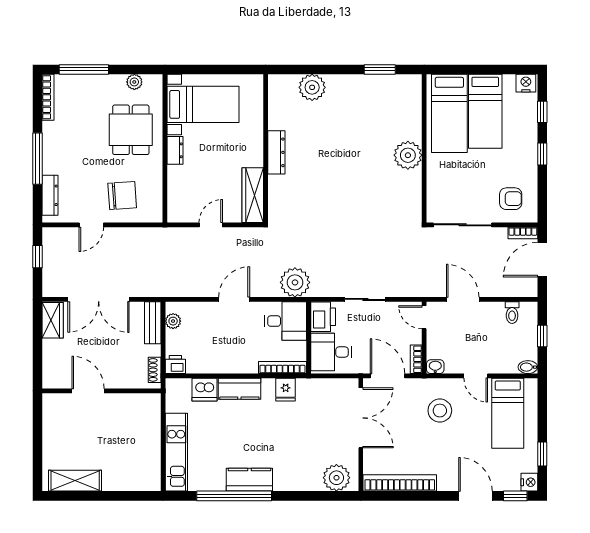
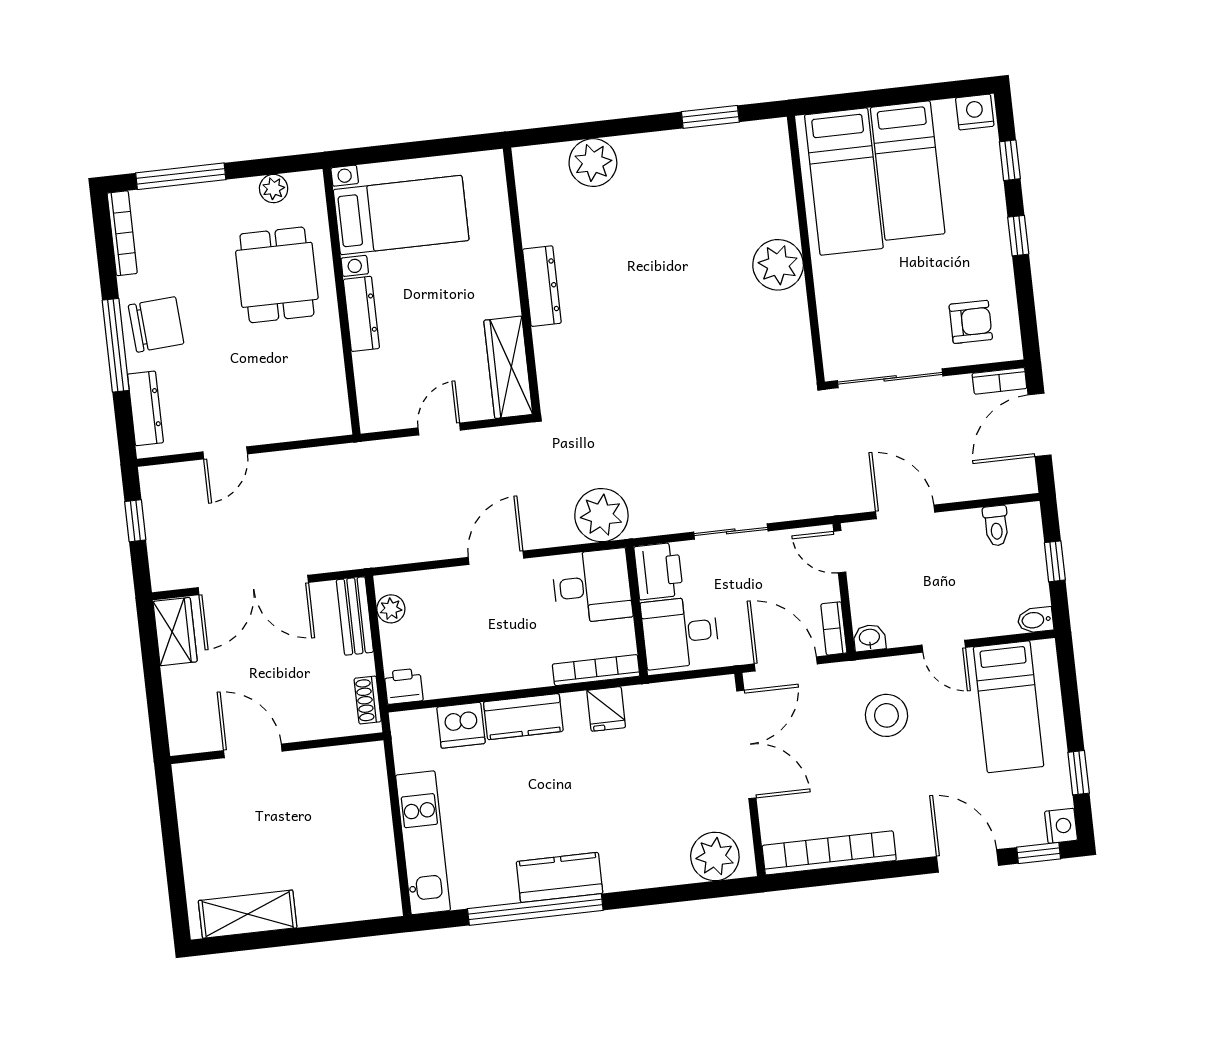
dresser: (175, 150) -> (361, 314), width x1.44
chair: (122, 196) -> (156, 324), moved

